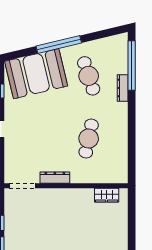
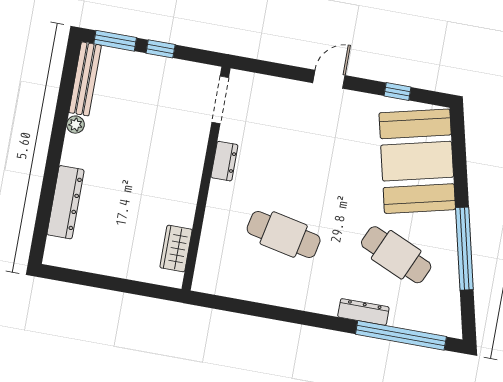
window: (59, 44) -> (464, 249), moved
cafe table: (89, 76) -> (396, 255), turned 42
dresser: (55, 178) -> (224, 161), width x0.70

